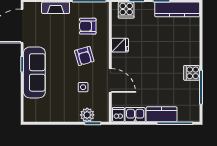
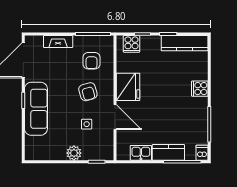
armchair: (88, 26) -> (92, 61), turned -90
fridge: (120, 45) -> (128, 87), width x1.88, depth x1.34
cooker: (192, 73) -> (200, 89), moved
plant: (87, 115) -> (74, 153), moved
dishwasher: (118, 115) -> (202, 153), moved

